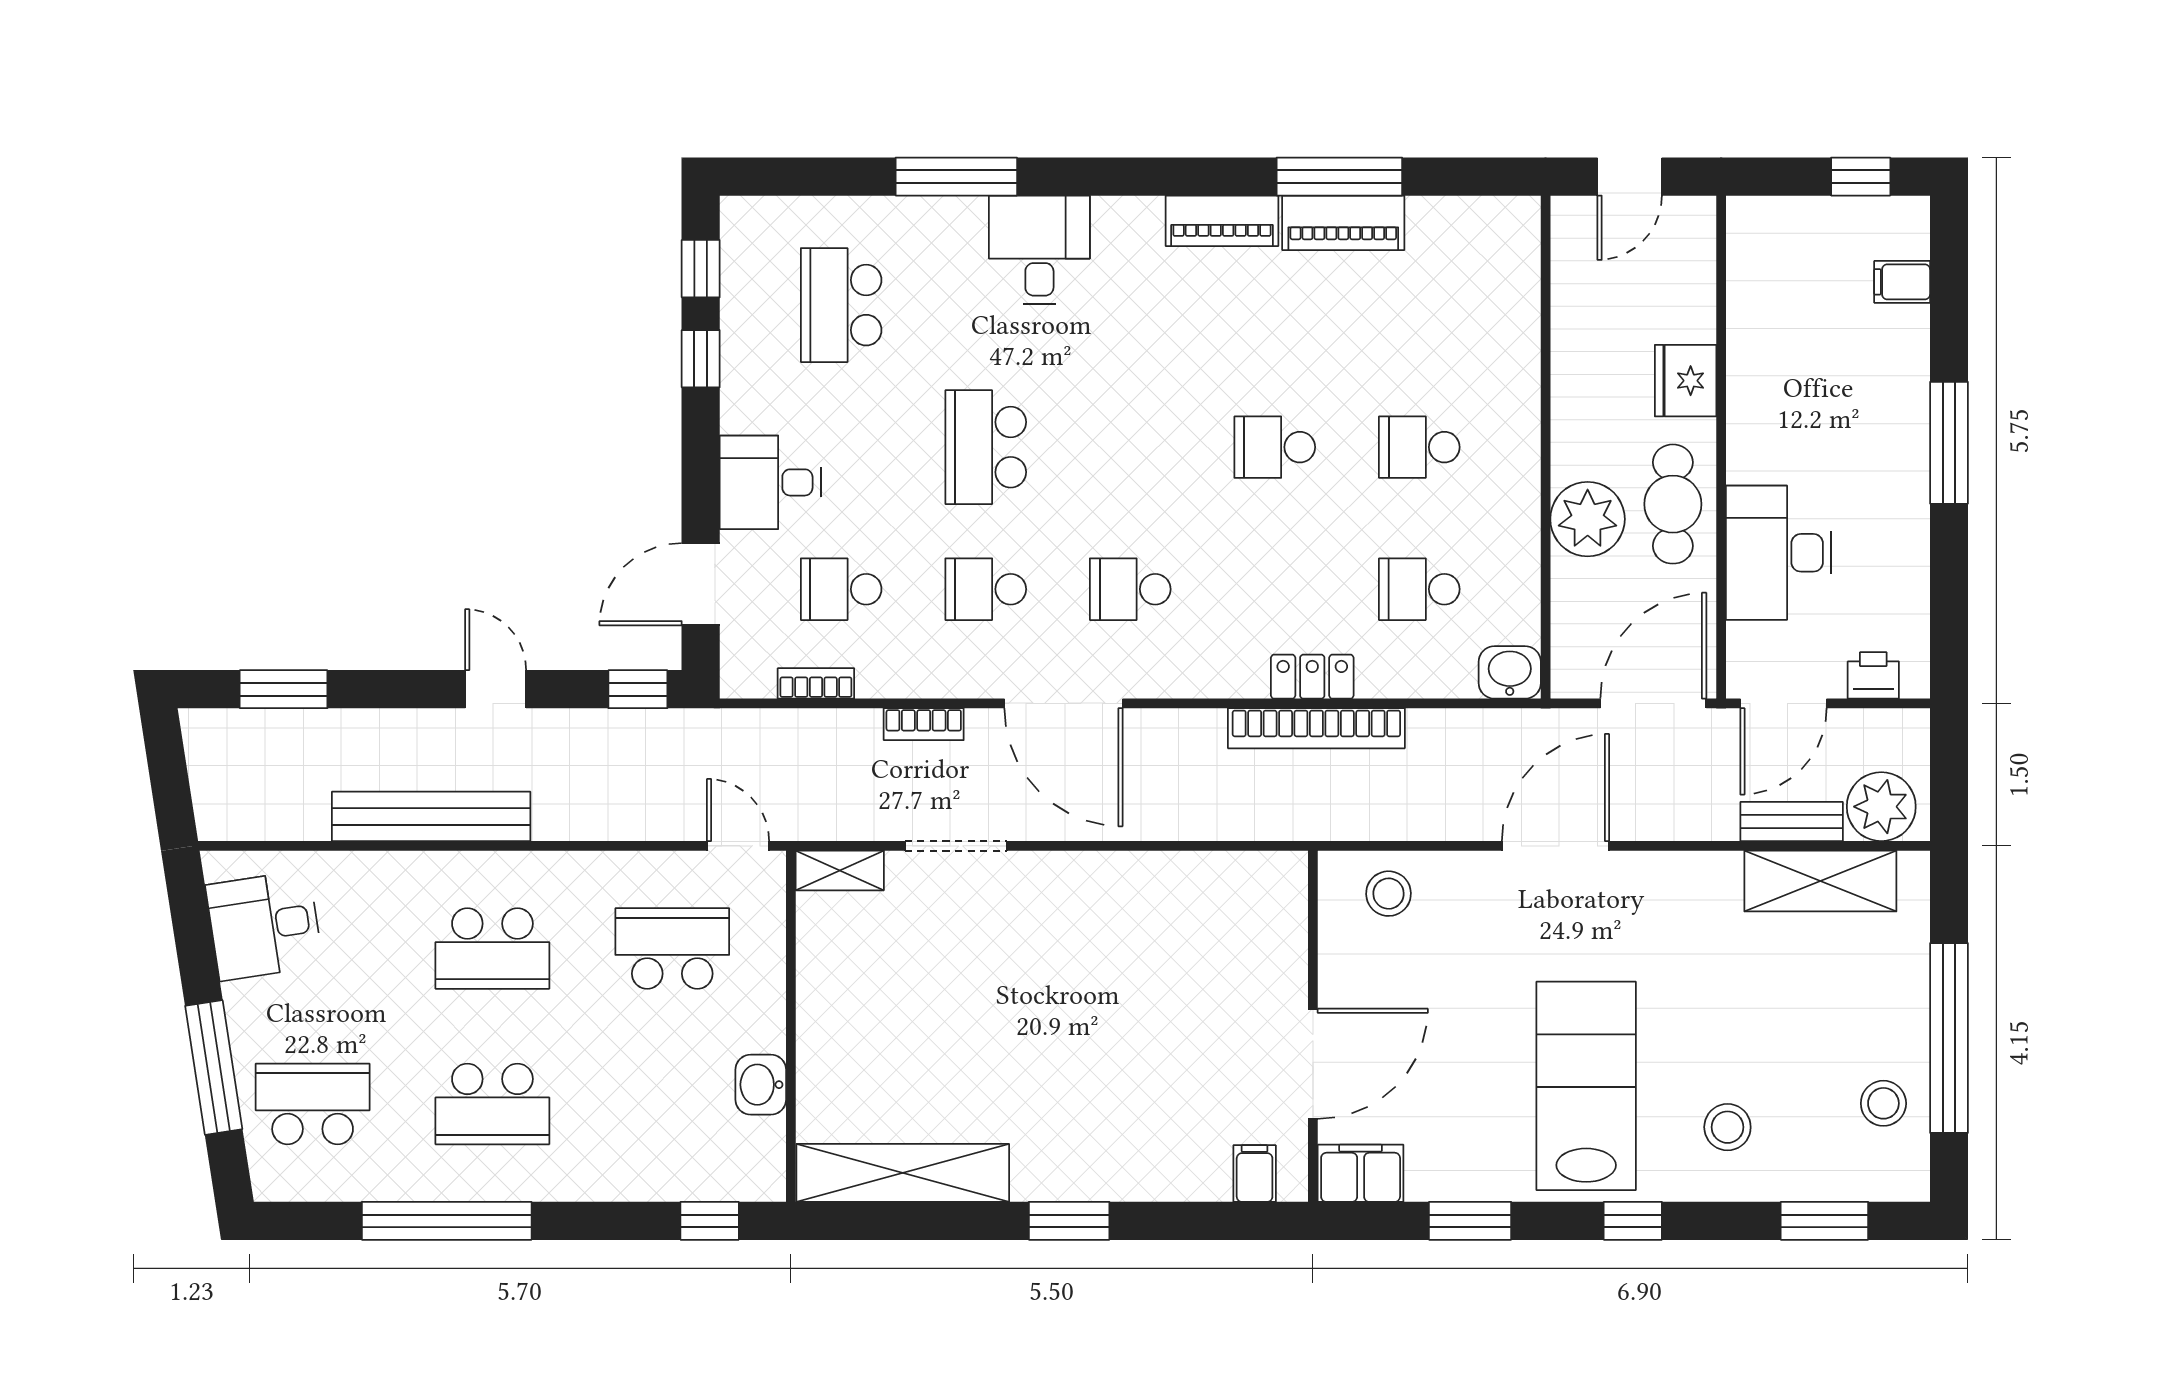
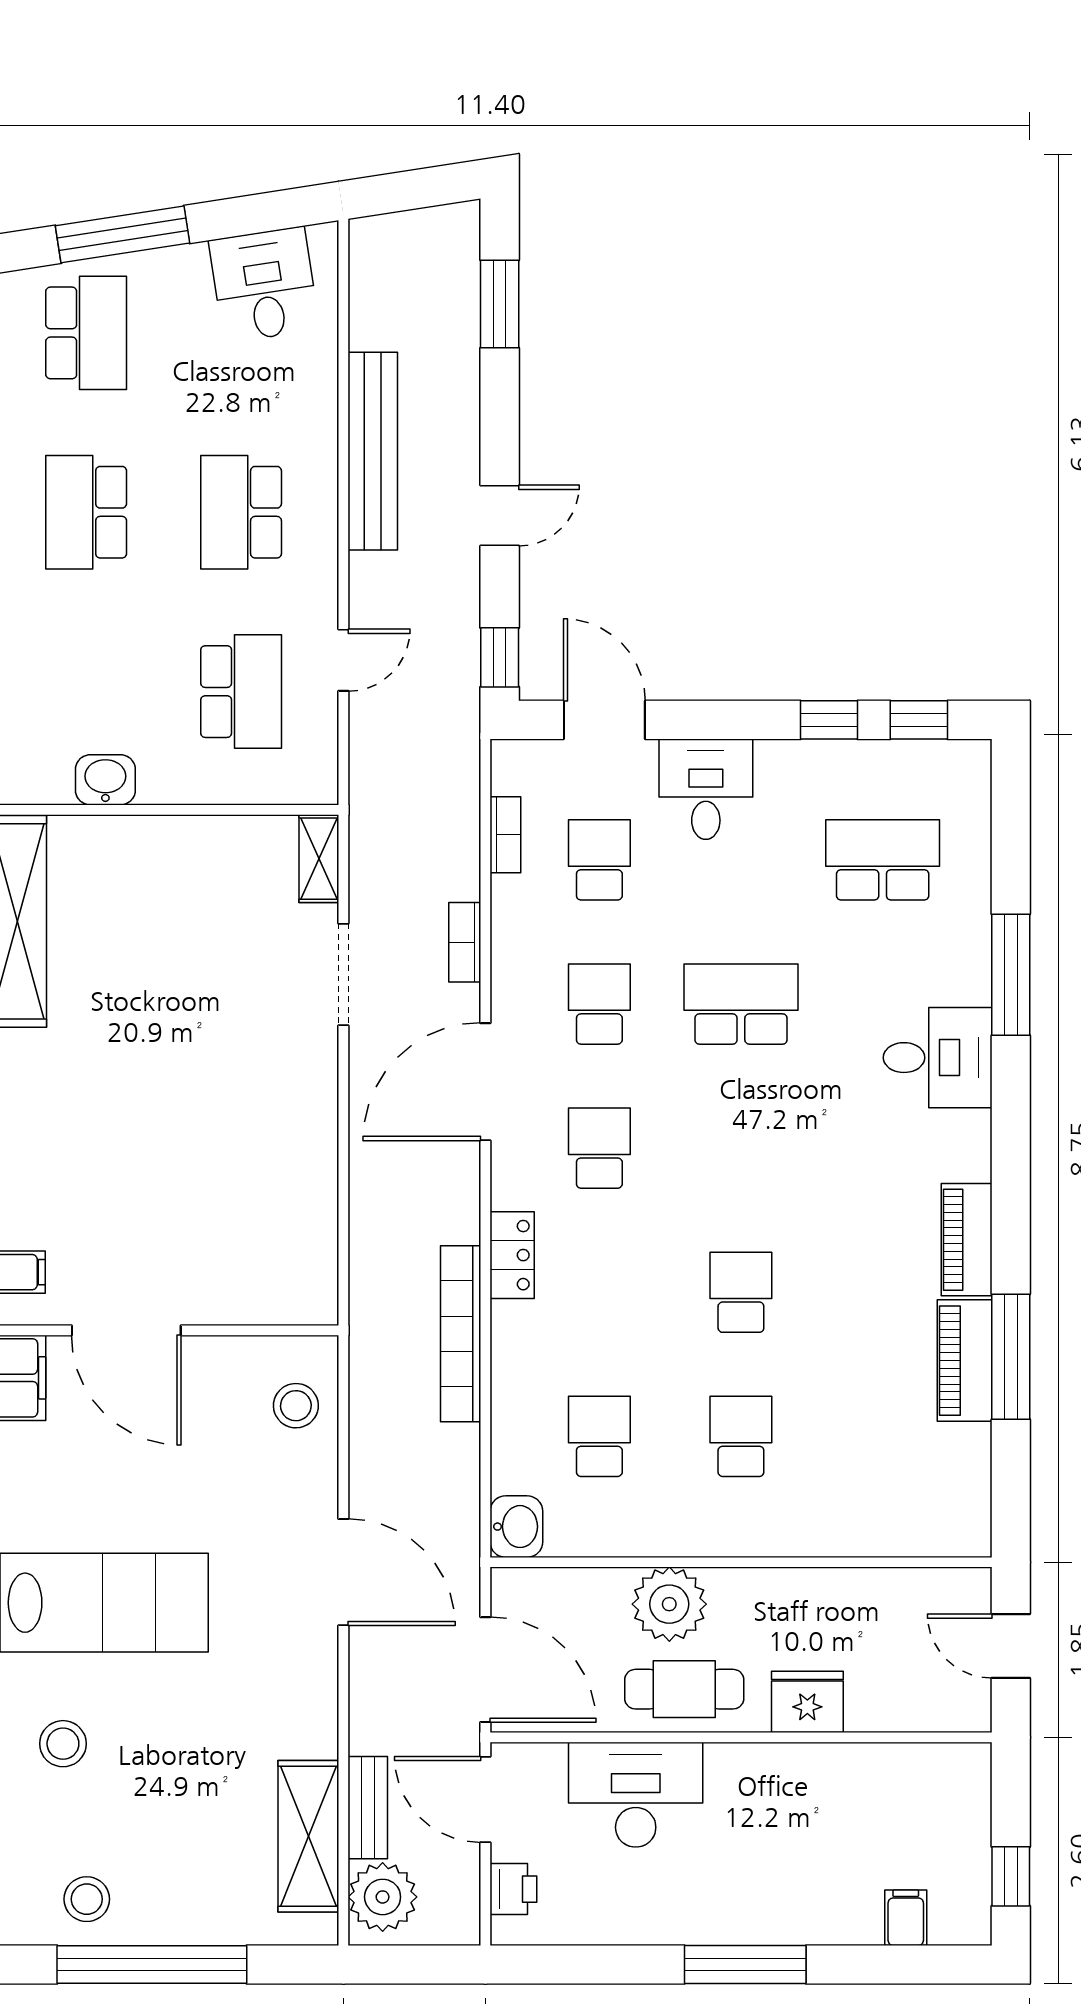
locker: (1312, 677) -> (512, 1255), moved
door: (738, 846) -> (343, 660), moved

